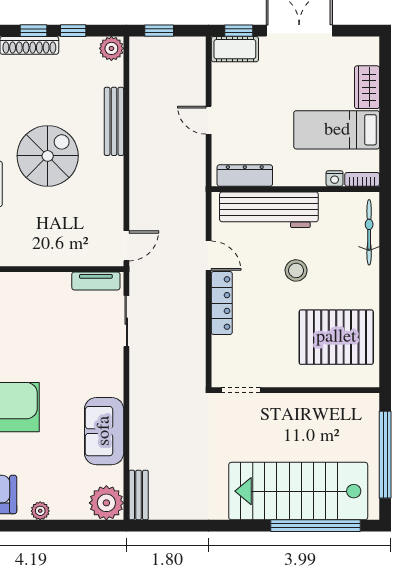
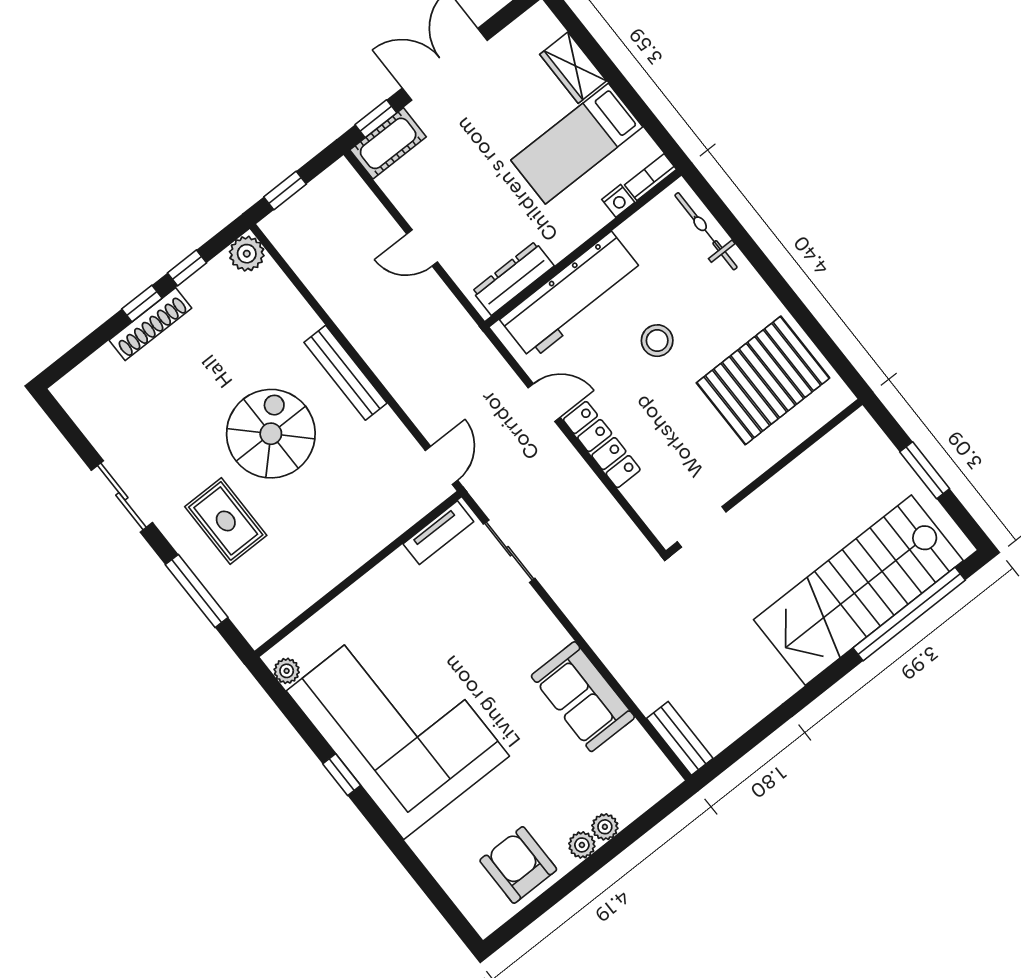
bench: (114, 121) -> (345, 373), moved
window: (385, 455) -> (925, 470), width x0.47
plant: (106, 503) -> (605, 827), moved, width x0.53, depth x0.53

